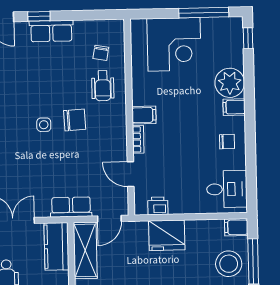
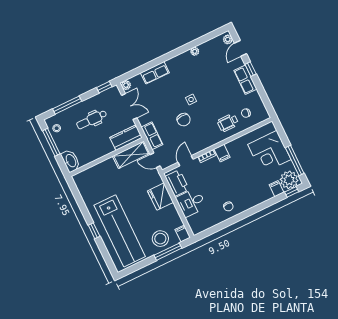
plant: (230, 83) -> (289, 180), moved
filing cabinet: (234, 107) -> (277, 189), moved
chair: (75, 120) -> (184, 120), moved
desk: (227, 189) -> (191, 202), moved, turned 90
printer: (158, 206) -> (177, 183), width x1.87, depth x1.48

